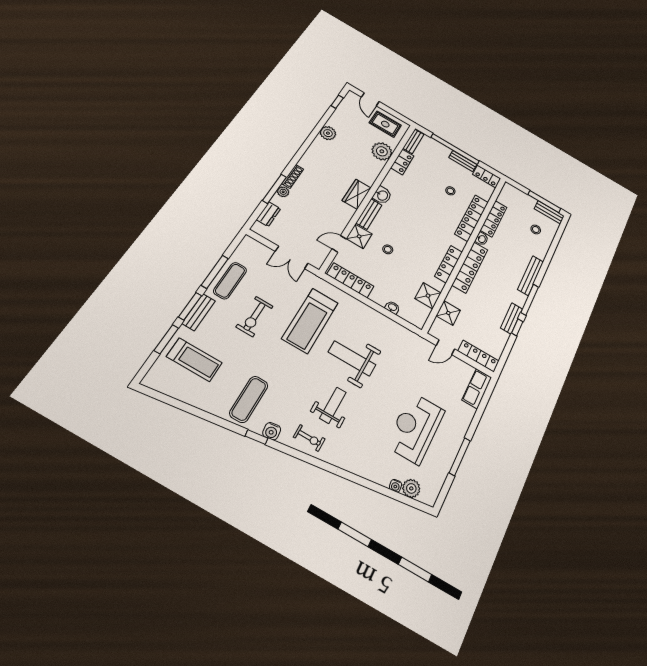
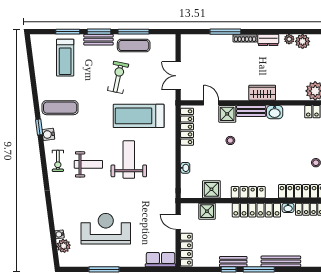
plant: (283, 192) -> (289, 39), moved
dresser: (268, 214) -> (268, 40), moved
exercise bike: (255, 317) -> (118, 77), turned 102

